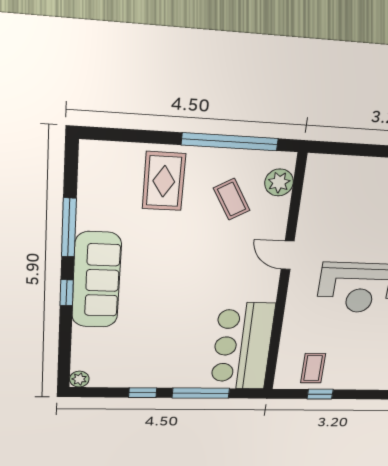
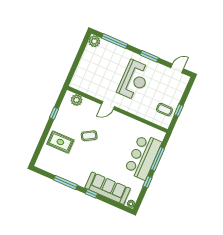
window: (230, 142) -> (54, 113), width x0.32
coffee table: (232, 199) -> (89, 136), moved
sofa: (96, 280) -> (108, 188), moved
bar counter: (243, 346) -> (143, 157), moved, turned 90

